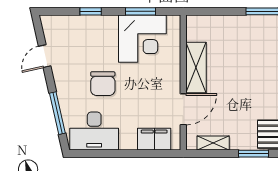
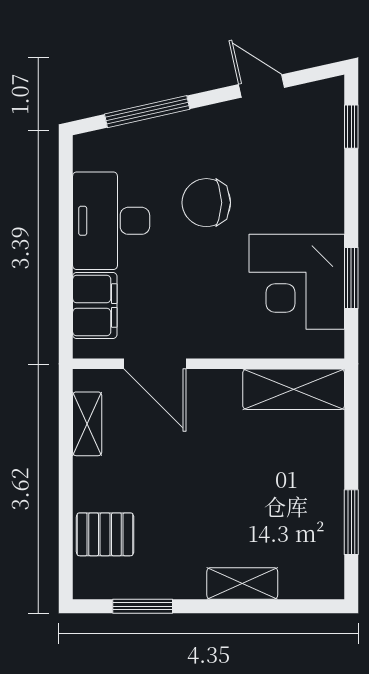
window: (91, 11) -> (351, 127), moved
shelving: (196, 68) -> (294, 389), moved
desk: (94, 131) -> (111, 221), moved
window: (254, 154) -> (66, 505), removed

